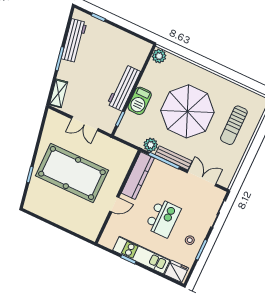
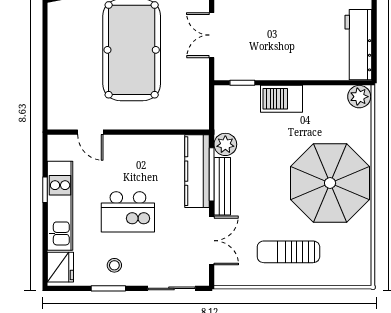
workbench: (124, 88) -> (358, 45), moved, turned -90
parasol: (187, 111) -> (330, 183), moved
sun lounger: (234, 125) -> (288, 252), moved
kitchen counter: (138, 176) -> (197, 171), moved, turned 90
door: (114, 204) -> (90, 132), moved

